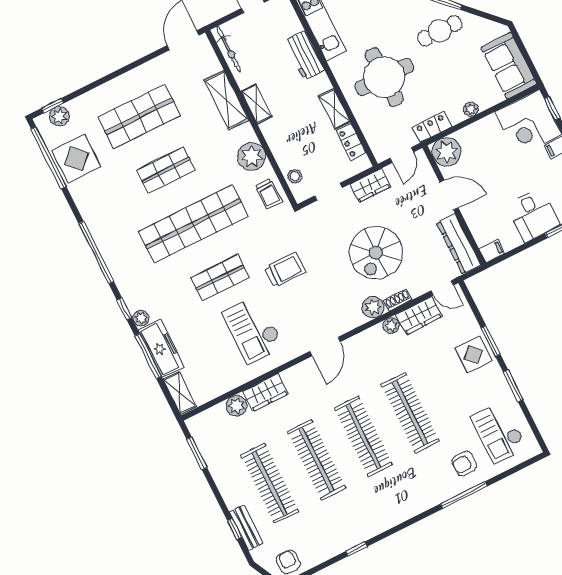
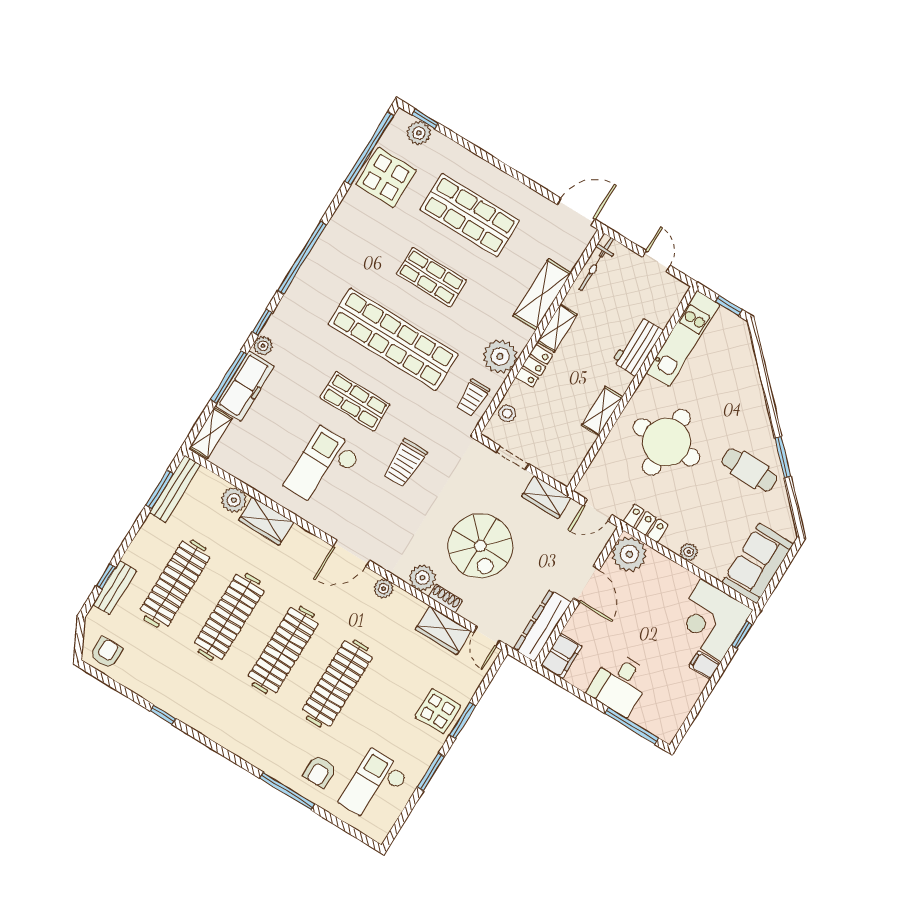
locker: (351, 142) -> (534, 366), moved, turned 180
filing cabinet: (492, 251) -> (561, 656), width x2.00
spiral stairs: (376, 253) -> (480, 546), turned -90
trolley: (285, 270) -> (405, 463), turned 90
plant: (391, 326) -> (384, 589), moved
bench: (203, 442) -> (175, 489), added
armchair: (464, 463) -> (320, 771), turned -90

